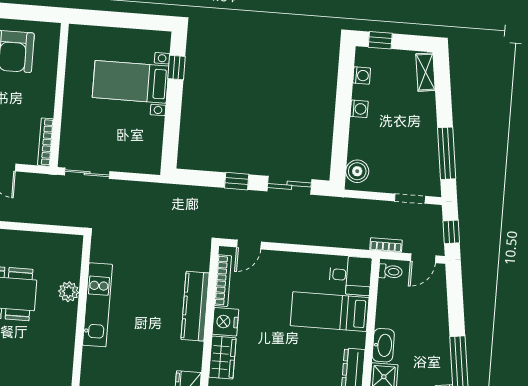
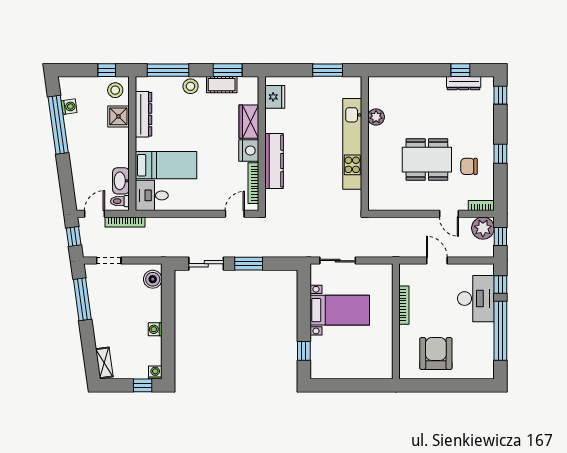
washing machine: (362, 76) -> (155, 373), moved, turned 90
bed with nightstands: (131, 82) -> (340, 310), moved
bookcase: (46, 142) -> (404, 305), moved
sliding door: (87, 173) -> (338, 261), moved
window: (237, 181) -> (249, 264), width x1.50
bookcase: (386, 245) -> (125, 222), width x1.56
plant: (69, 292) -> (376, 117), moved
kitchen unit: (97, 305) -> (352, 144), width x1.36
washbasin: (383, 345) -> (121, 181), moved

